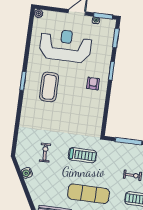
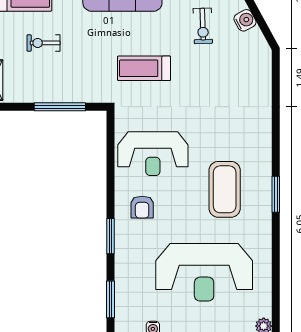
reception desk: (84, 110) -> (153, 154), added
exercise bike: (45, 153) -> (203, 26), moved

